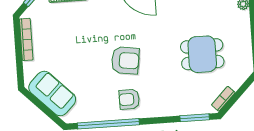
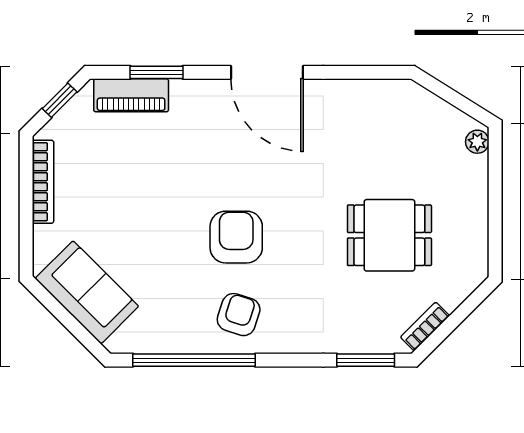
armchair: (125, 60) -> (236, 237), turned -98
armchair: (129, 99) -> (239, 315), turned 108

